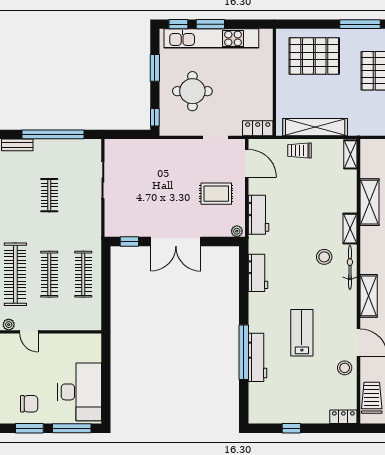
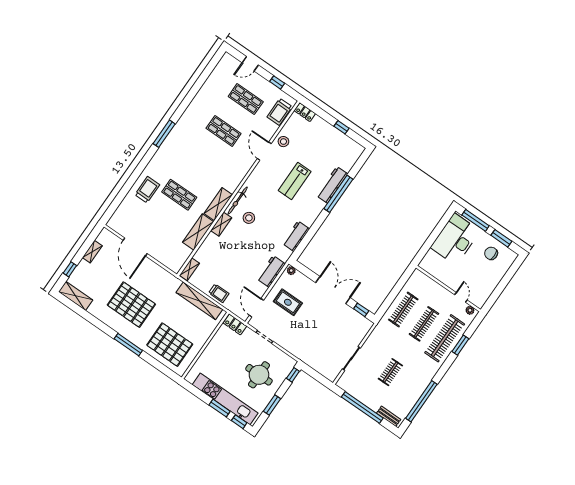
shelving: (369, 296) -> (218, 204), moved

